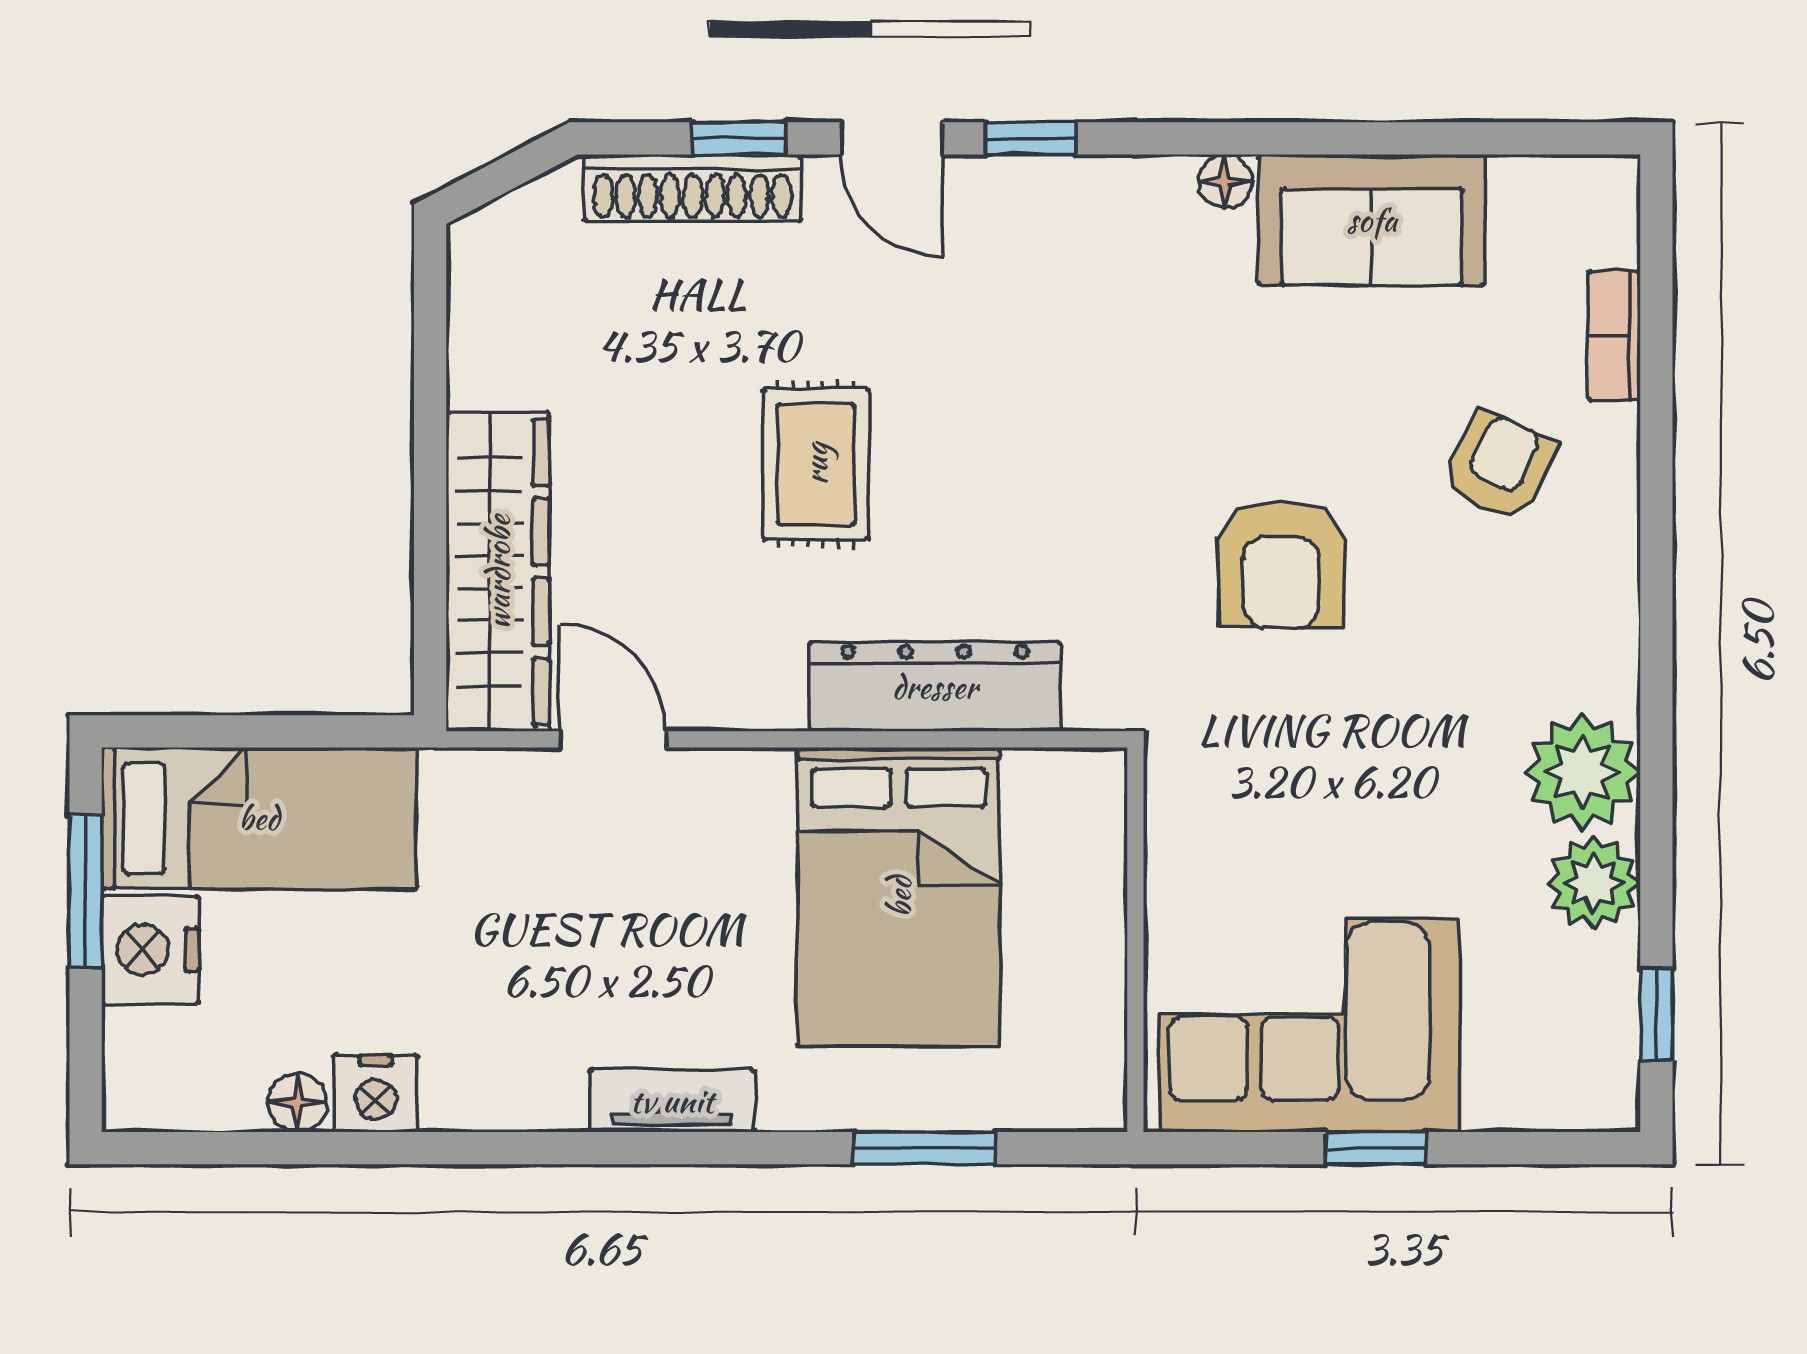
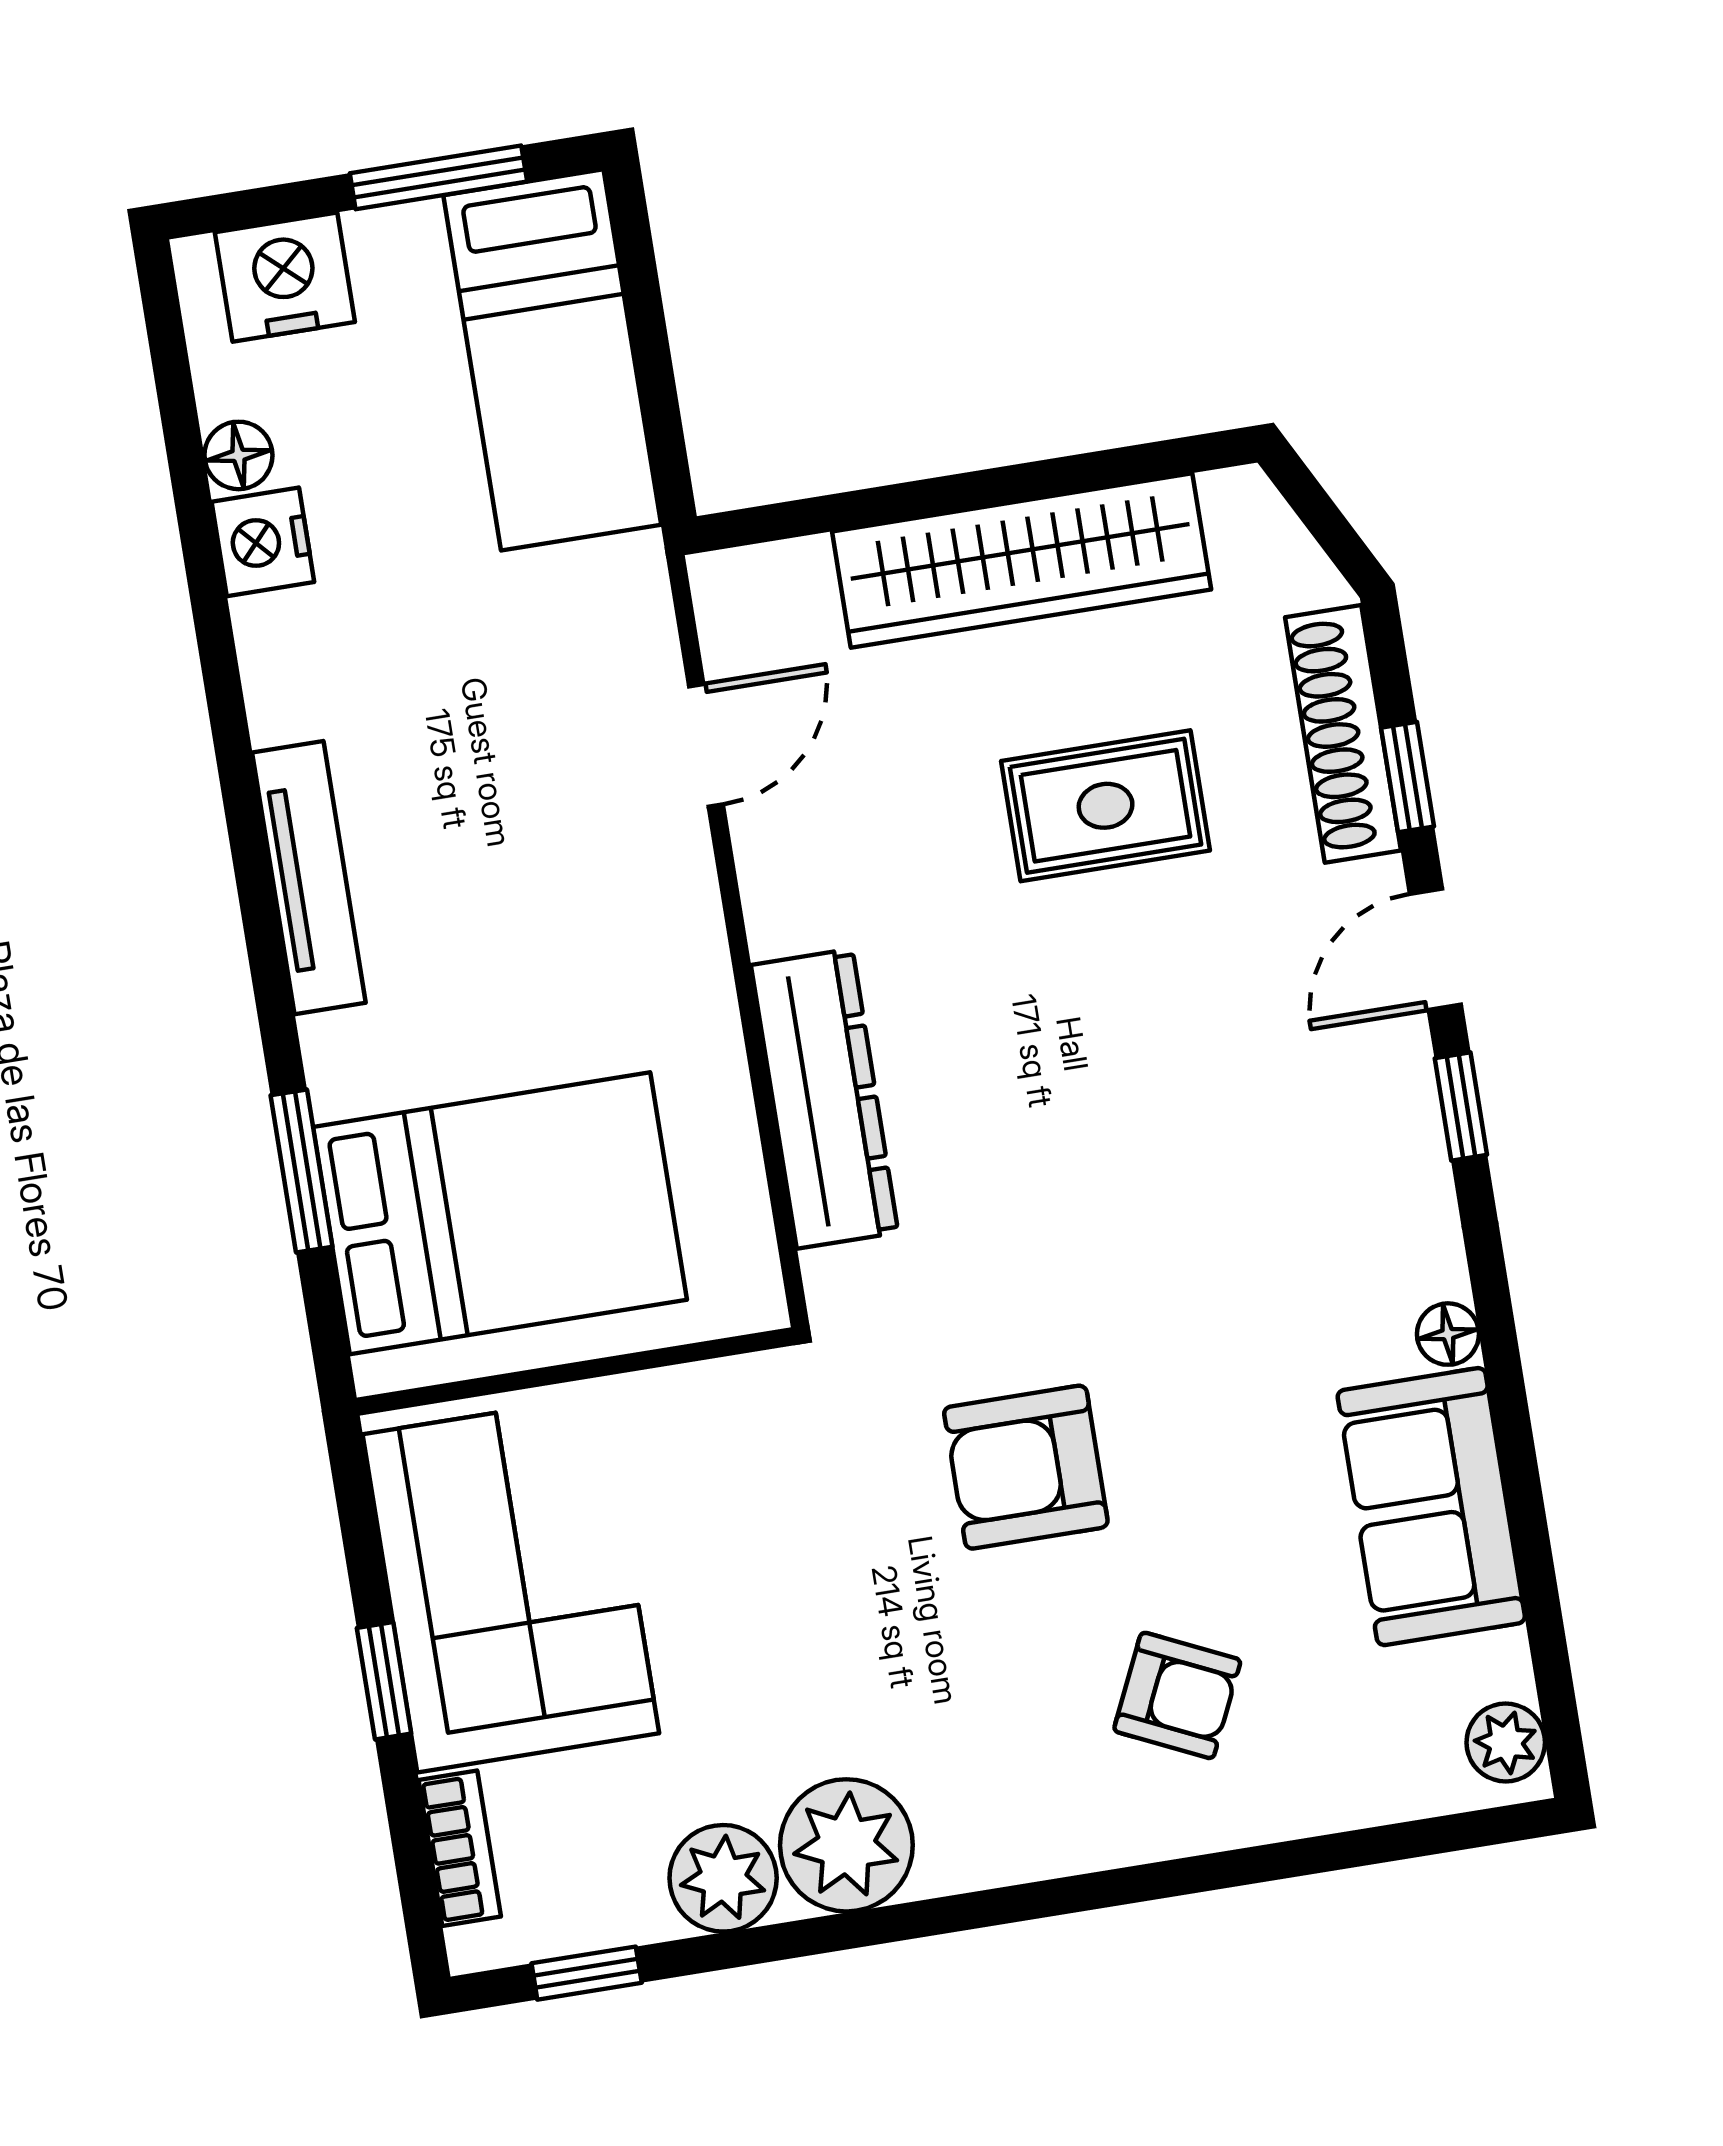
plant: (1586, 189) -> (1506, 1743), added
bookcase: (1614, 336) -> (460, 1848), moved, turned 90
rug: (816, 464) -> (1106, 806), moved
wardrobe: (498, 572) -> (1022, 561), moved
bed: (899, 897) -> (500, 1213), moved, turned 180
nightstand: (150, 950) -> (285, 277), moved
tv unit: (672, 1101) -> (309, 878), width x1.41

